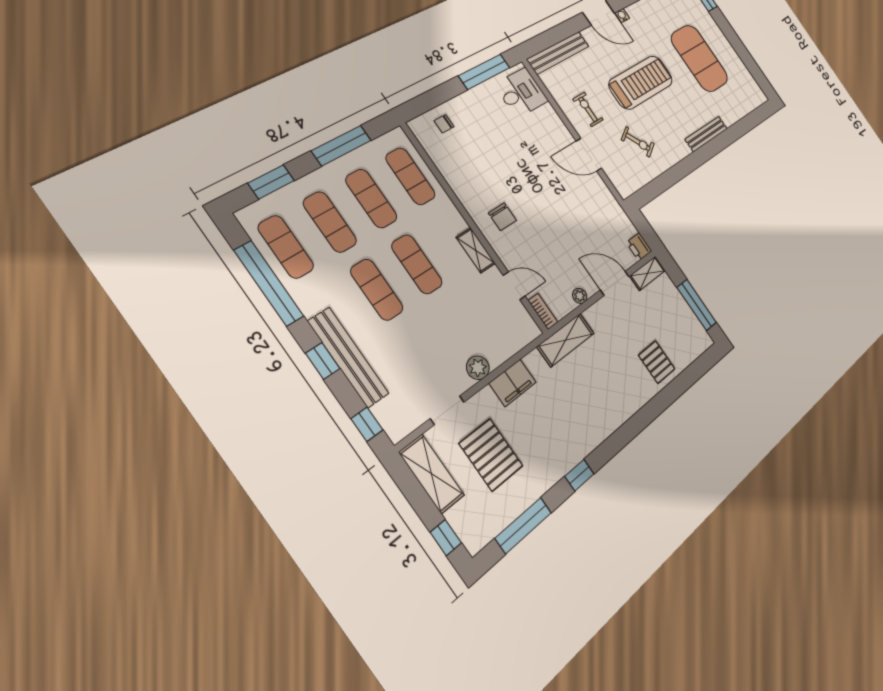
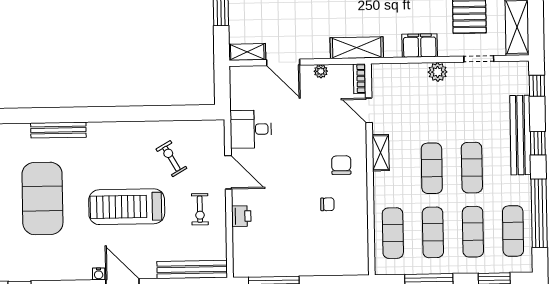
desk: (521, 93) -> (251, 129), moved
chair: (444, 124) -> (327, 204), moved
bench: (706, 134) -> (58, 130), moved
printer: (639, 247) -> (241, 216), moved

